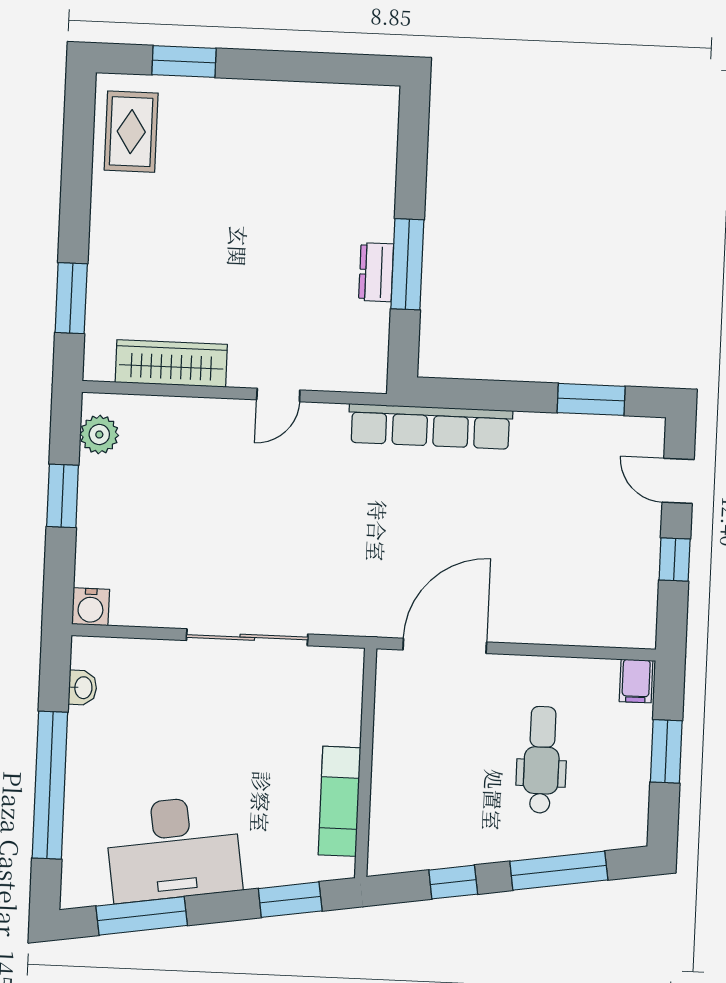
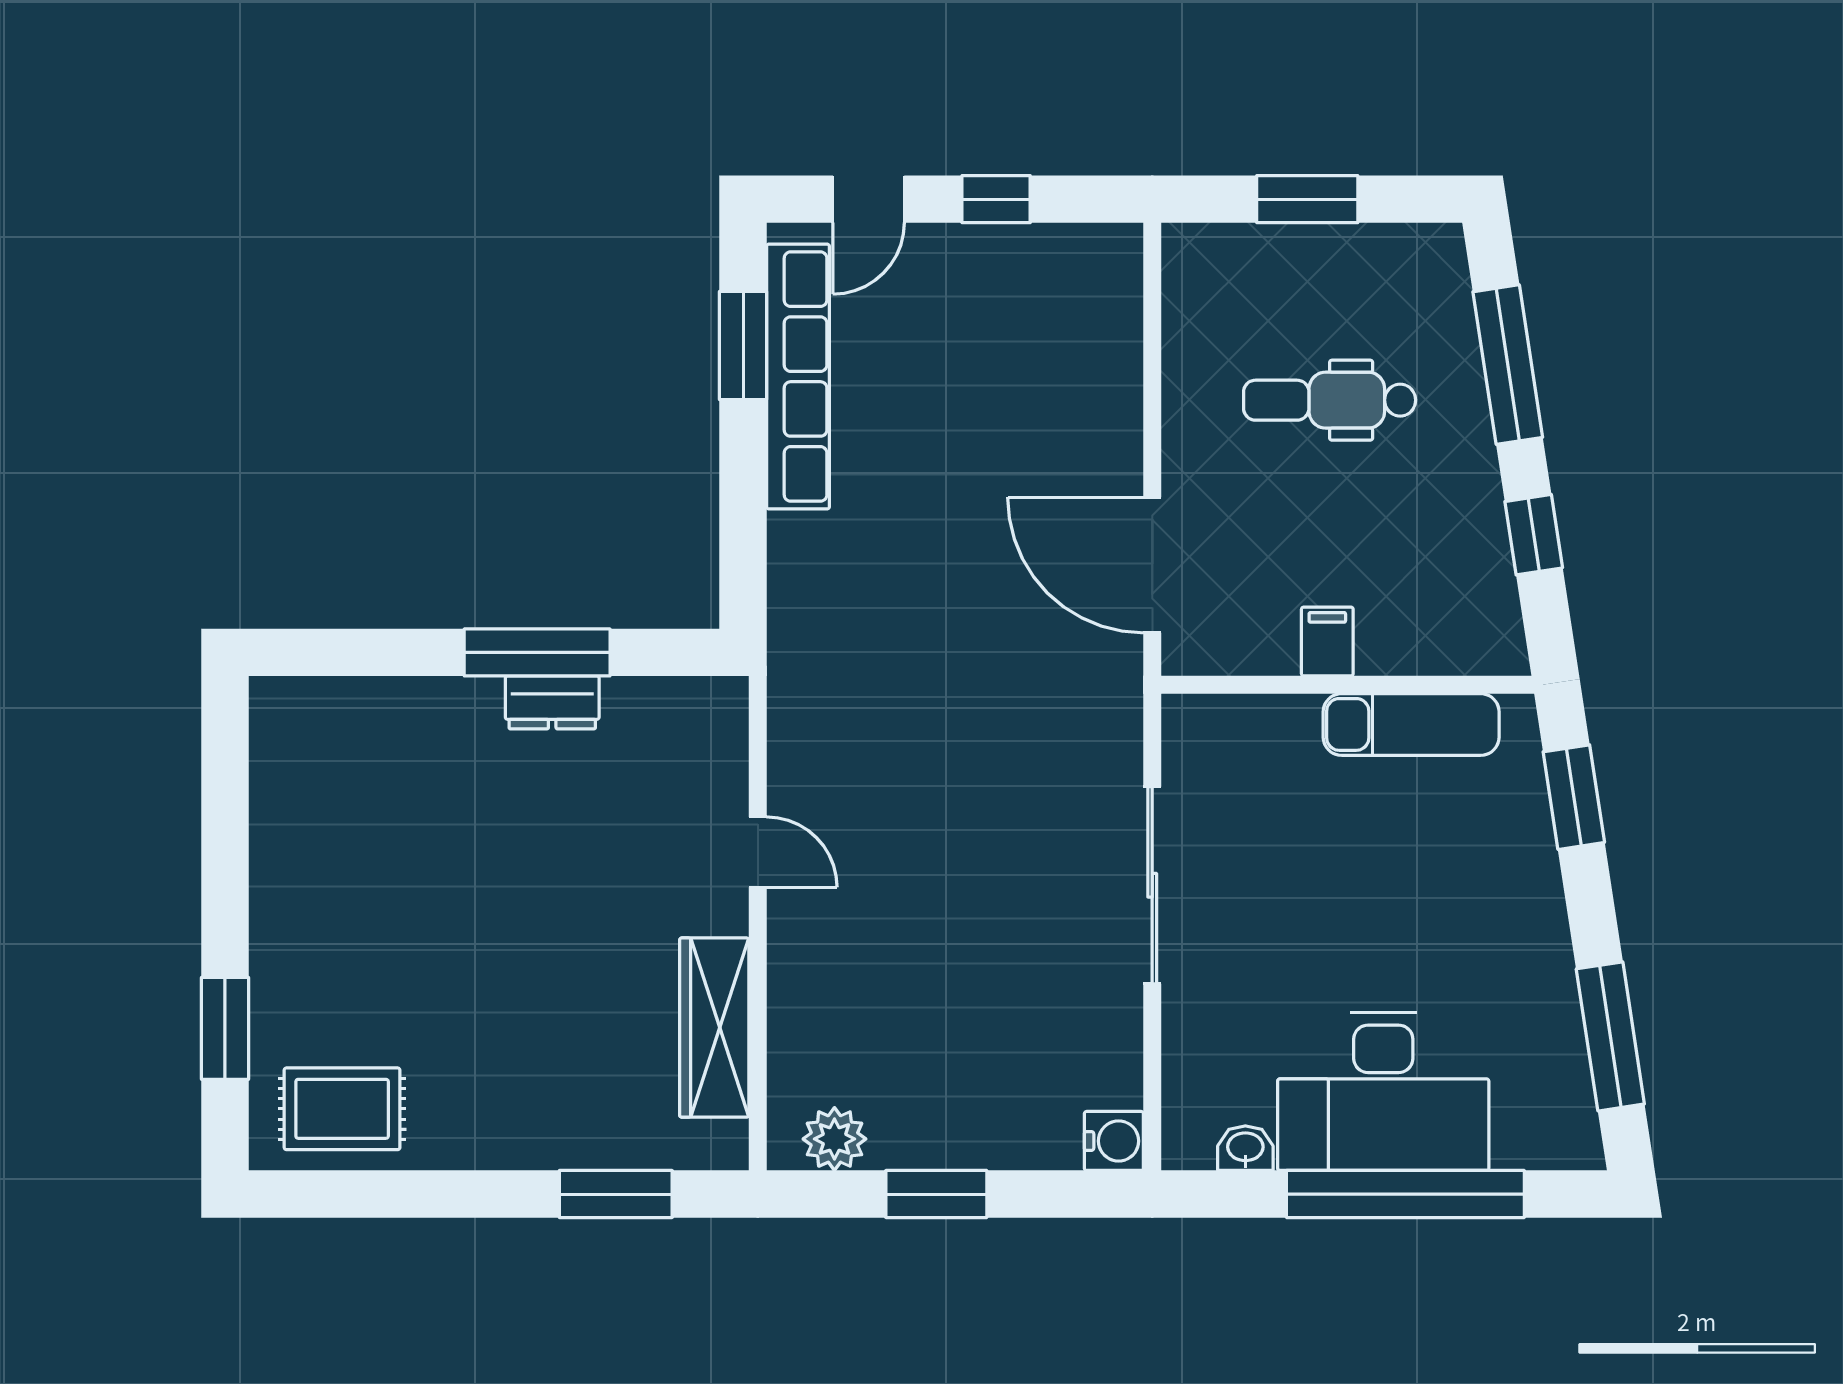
row of seats: (430, 426) -> (798, 377), moved
filing cabinet: (636, 681) -> (1327, 641), moved, turned -90
desk: (173, 849) -> (1383, 1091), moved, turned 99

